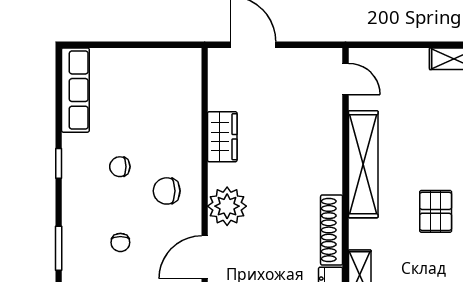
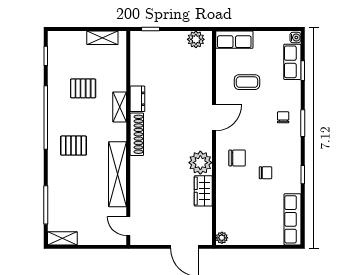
plant: (192, 60) -> (222, 238), added
plant: (227, 206) -> (200, 163), moved
pallet: (436, 211) -> (74, 146), turned 90
chair: (120, 242) -> (283, 117), moved

